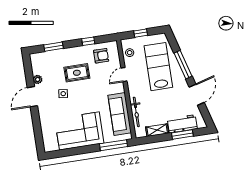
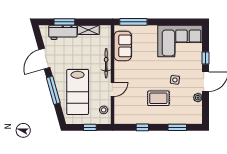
armchair: (101, 56) -> (132, 111), removed
bicycle: (136, 112) -> (106, 63), moved
sofa: (120, 114) -> (123, 46), width x0.73
window: (36, 120) -> (206, 58), added
corner sofa: (79, 131) -> (180, 41), moved

